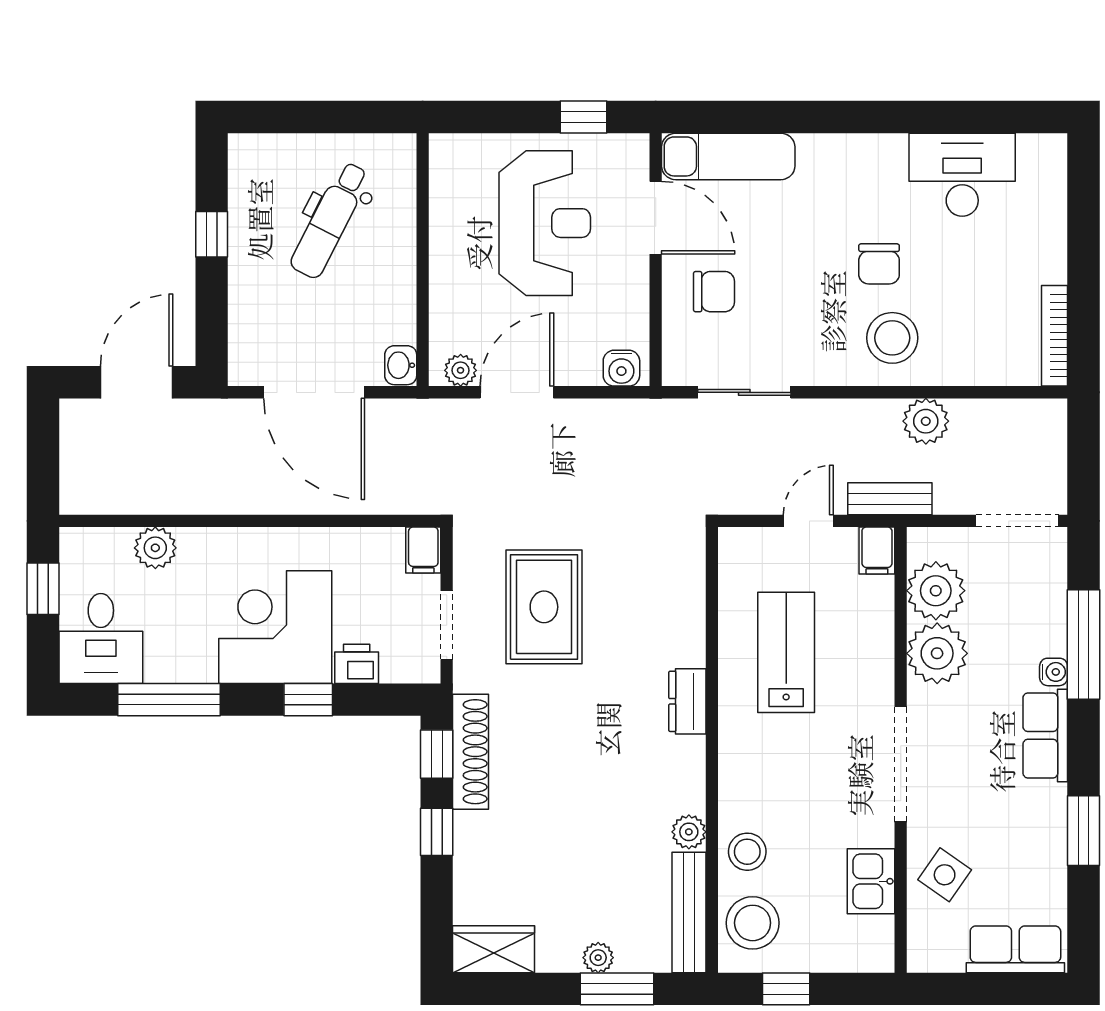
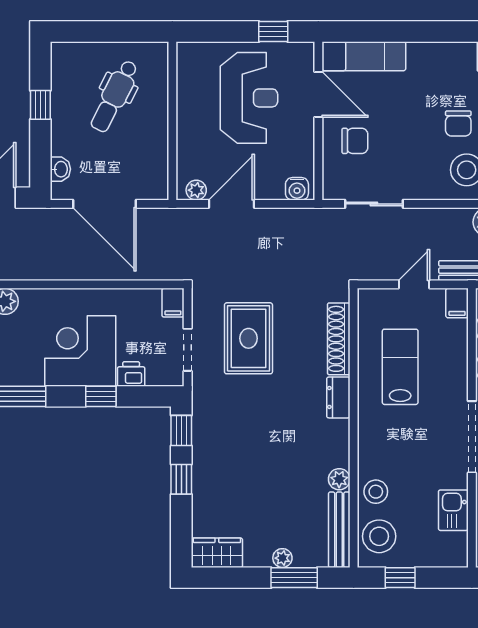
washbasin: (401, 365) -> (60, 169), moved, turned 180
shoe rack: (471, 752) -> (339, 339), moved, turned 180

